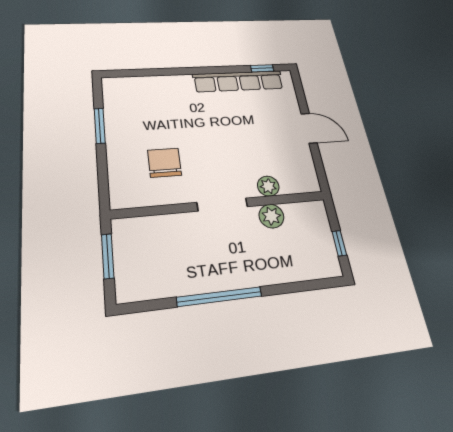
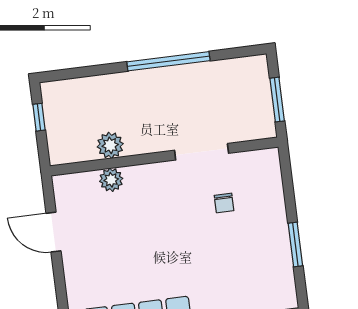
door: (309, 128) -> (54, 232), moved
chair: (164, 163) -> (224, 203), width x0.54, depth x0.54
doorway: (222, 205) -> (202, 152), moved

